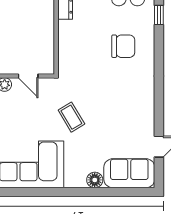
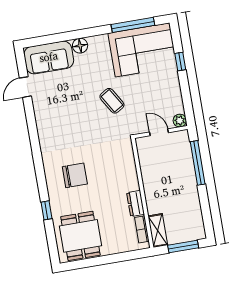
chair: (123, 46) -> (75, 175), turned 180
window: (36, 192) -> (133, 25), added

